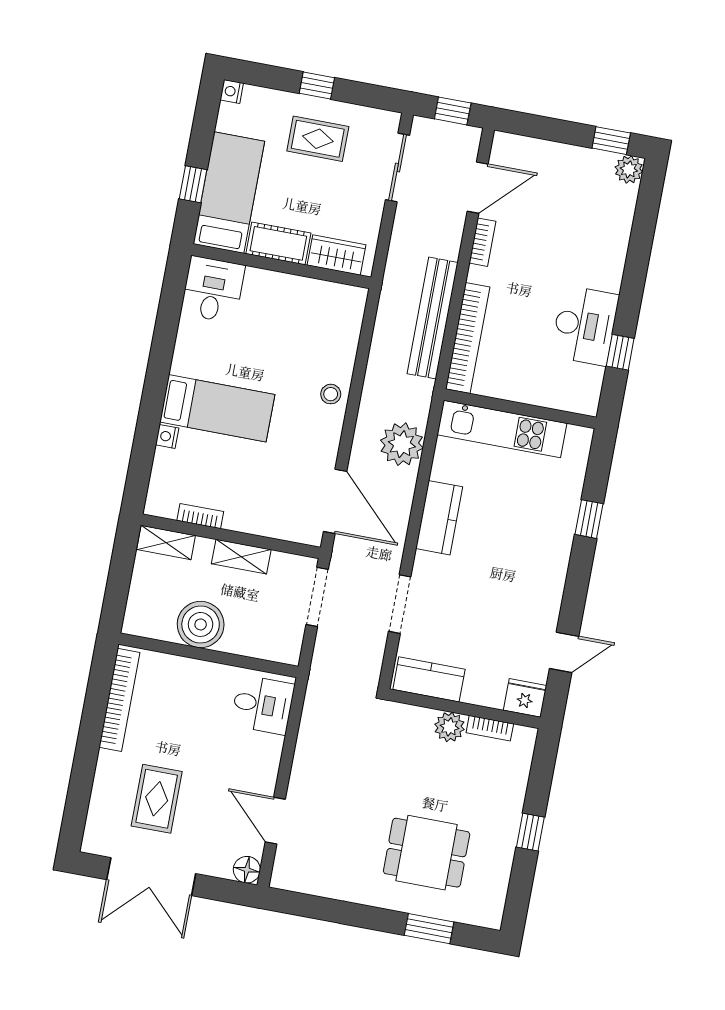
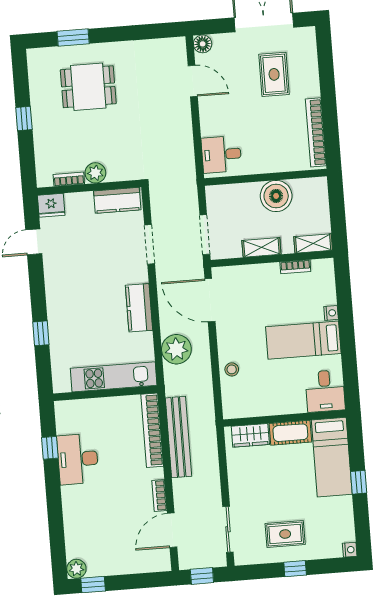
bed: (229, 193) -> (332, 457), moved
cot: (278, 243) -> (290, 433), moved
wardrobe: (337, 255) -> (250, 435), moved
wall: (281, 266) -> (285, 418), moved
desk: (213, 289) -> (325, 391), moved

